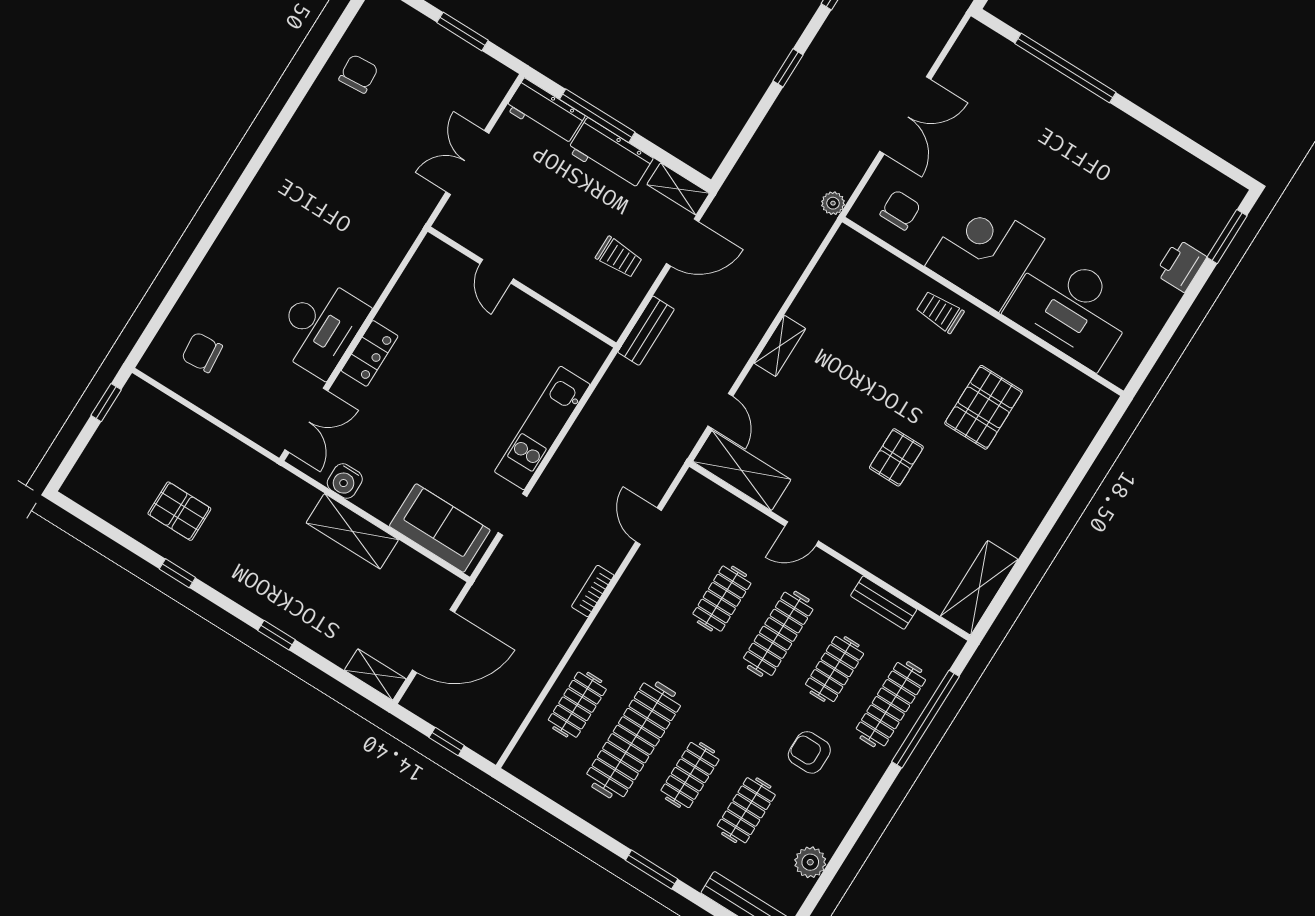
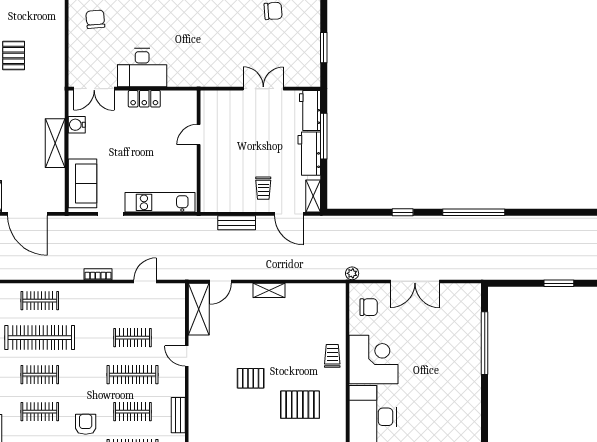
door: (497, 271) -> (199, 135), moved
wall: (522, 287) -> (199, 151), moved

